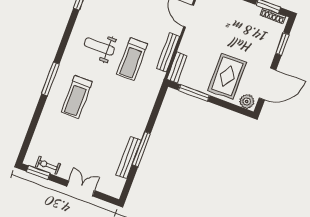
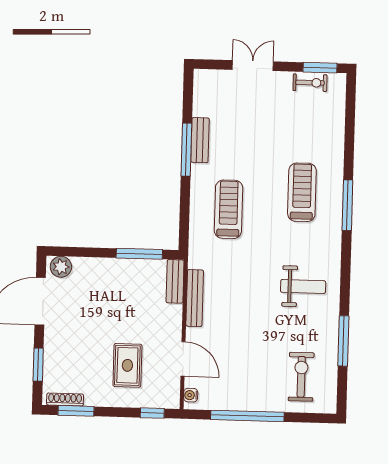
weight bench: (99, 47) -> (303, 287), moved
treadmill: (132, 59) -> (228, 209), moved
rug: (227, 76) -> (127, 365), moved, width x0.73, depth x0.70
bench: (129, 157) -> (200, 140), width x0.73
double door: (81, 188) -> (253, 66), swing flipped

